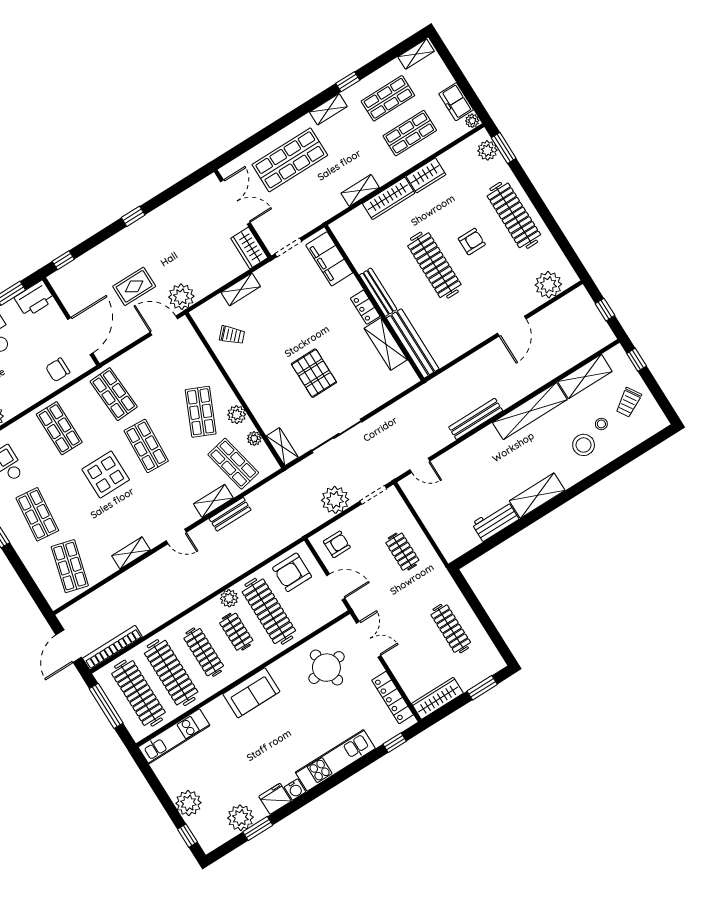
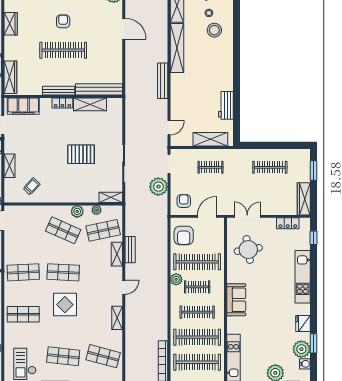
wardrobe: (389, 198) -> (10, 77), moved
shelving: (537, 496) -> (210, 139), moved, turned 90
locker: (393, 698) -> (288, 223), width x0.66
water cooler: (295, 790) -> (305, 364), moved

